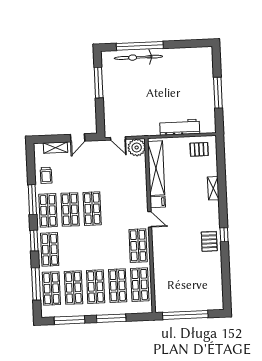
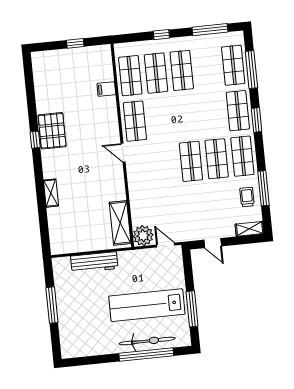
lab bench: (137, 88) -> (147, 305), added
door: (78, 138) -> (213, 243), swing flipped
shelving: (55, 148) -> (250, 229), moved
pallet: (199, 149) -> (70, 238), removed
shelving: (156, 168) -> (120, 223), width x0.68
window: (32, 200) -> (264, 188), moved
filing cabinet: (158, 202) -> (106, 89), moved
pallet: (209, 241) -> (52, 131), width x1.50, depth x1.42
shop shelf: (73, 288) -> (207, 68), removed
window: (185, 315) -> (75, 43), width x0.32
window: (111, 318) -> (161, 35), width x0.46

